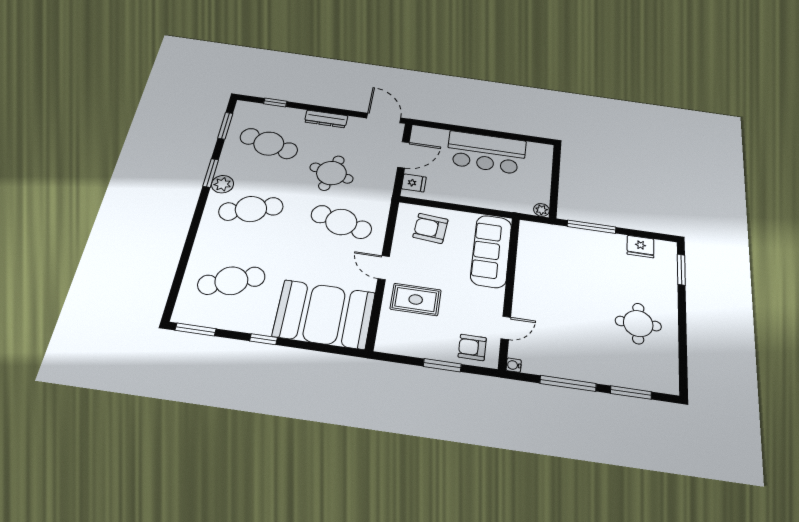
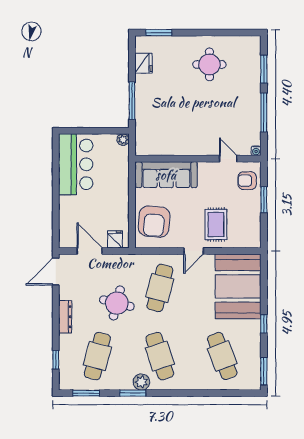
bar counter: (486, 152) -> (76, 164), moved
armchair: (430, 228) -> (154, 222), width x1.36, depth x1.36
armchair: (472, 347) -> (247, 181), turned 90

